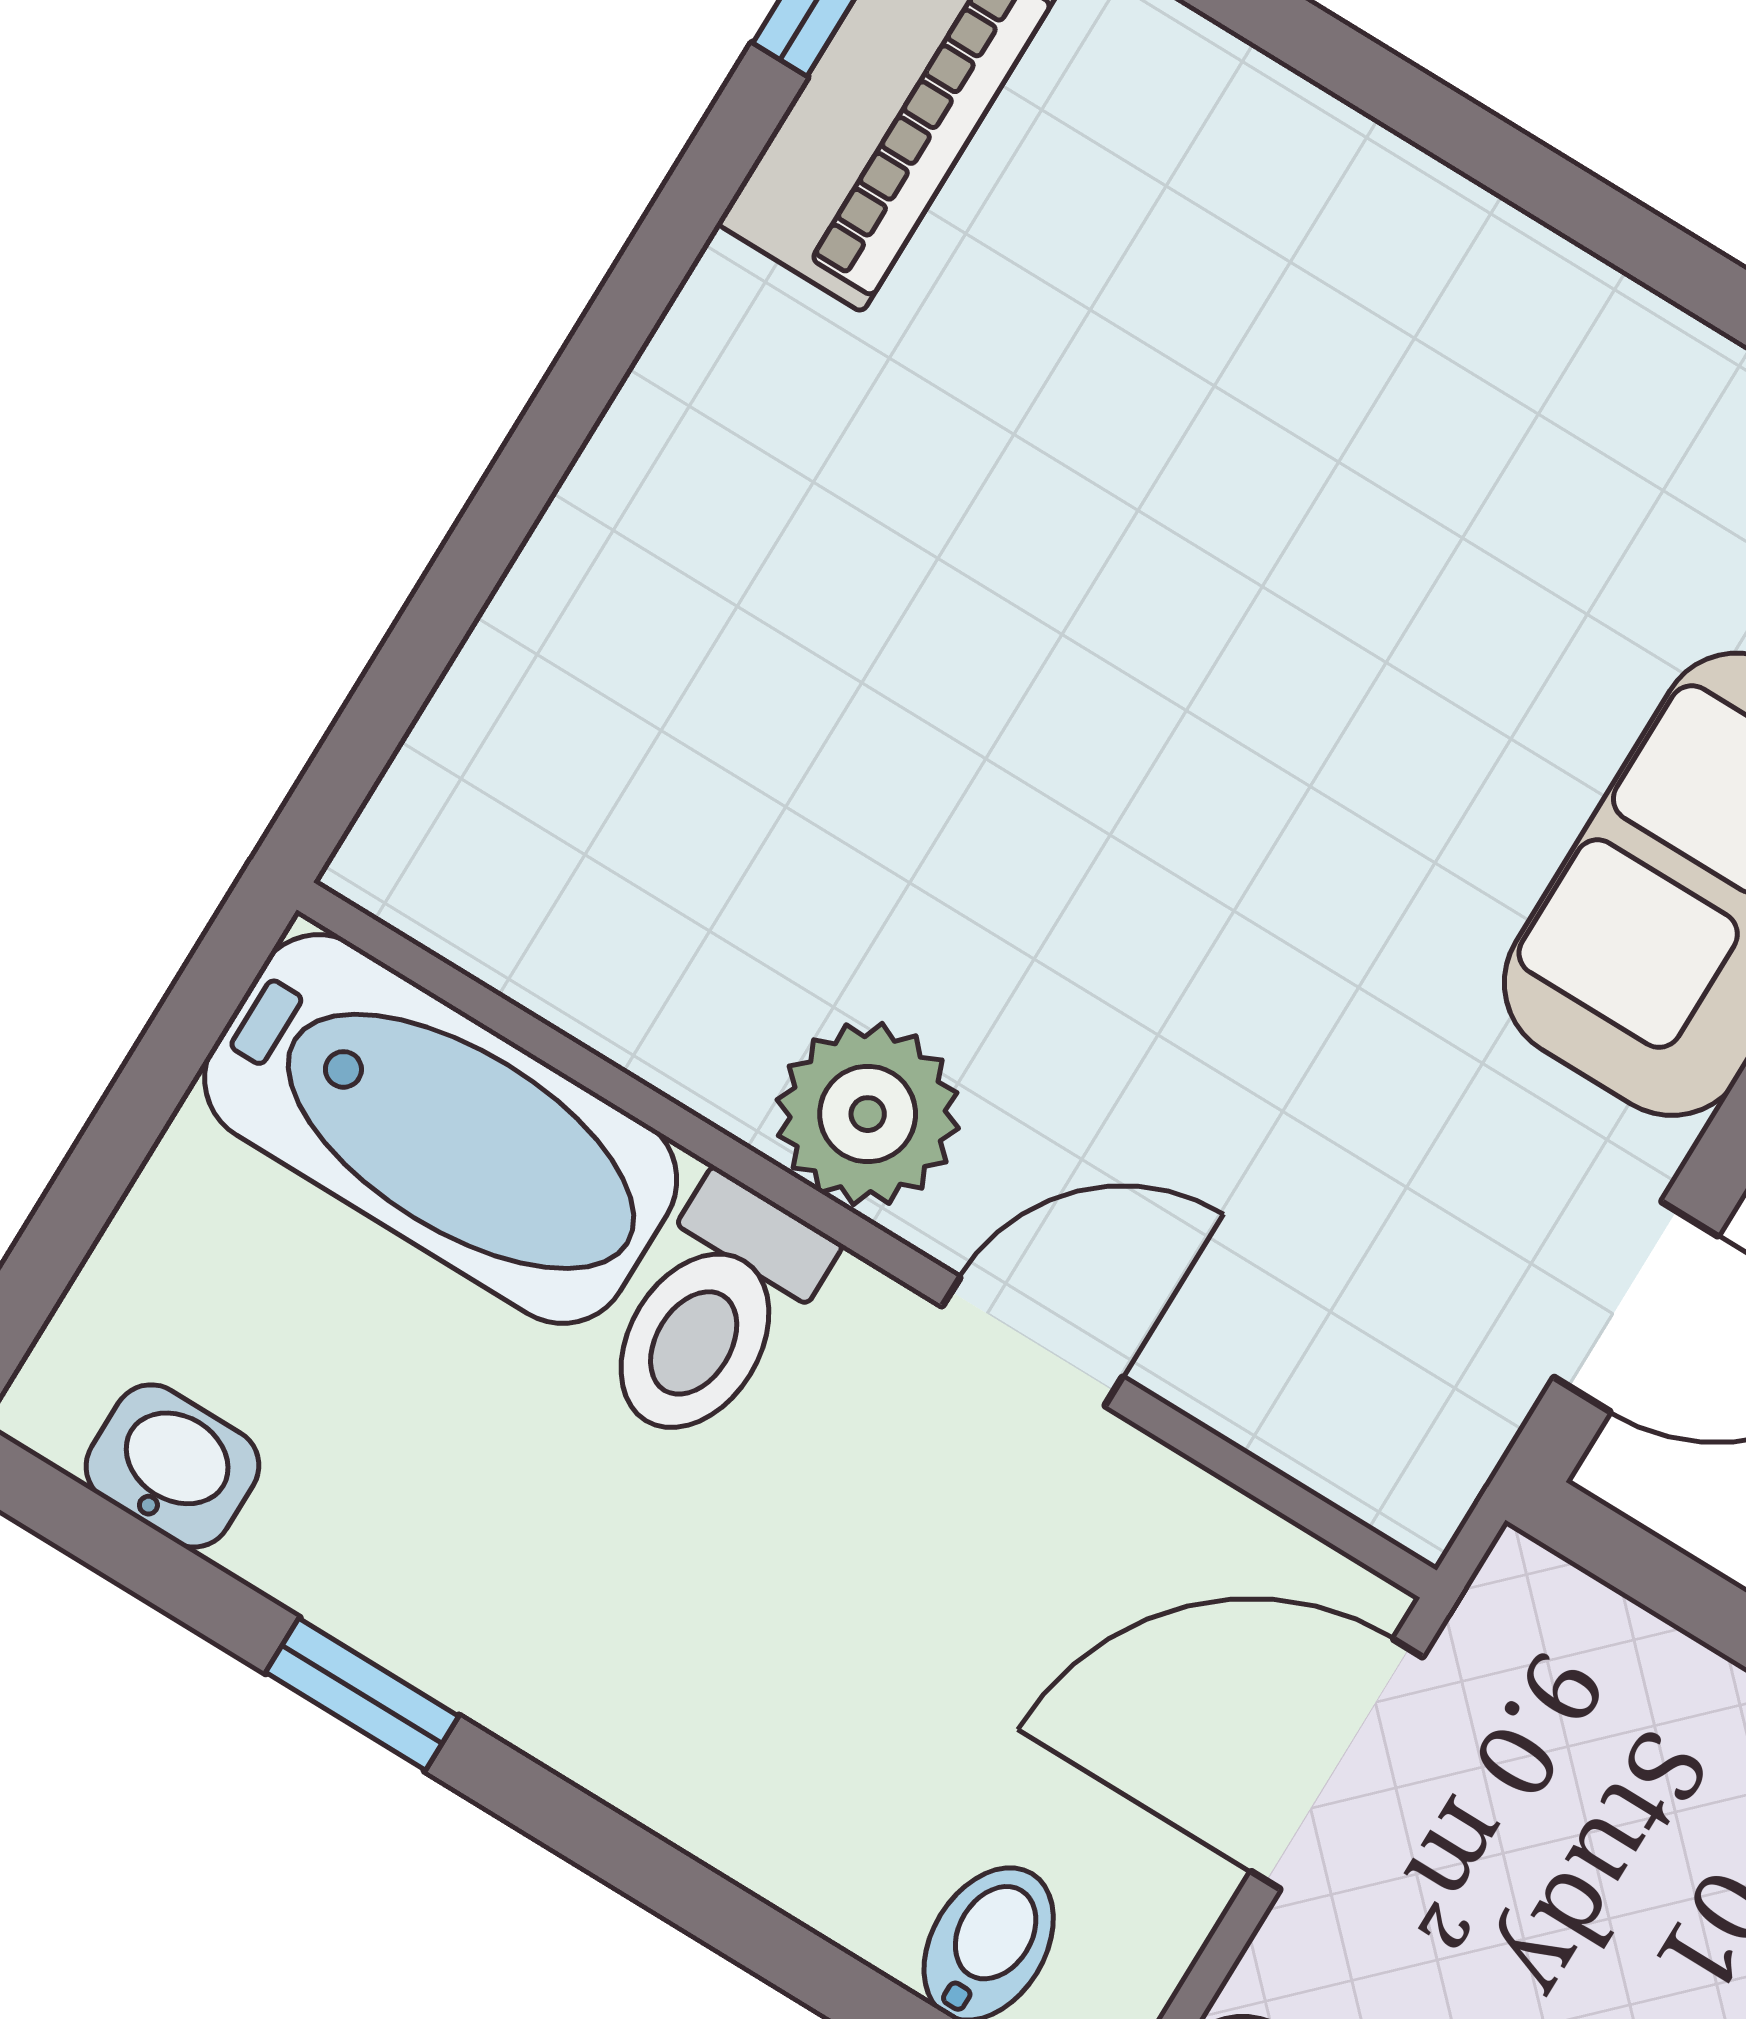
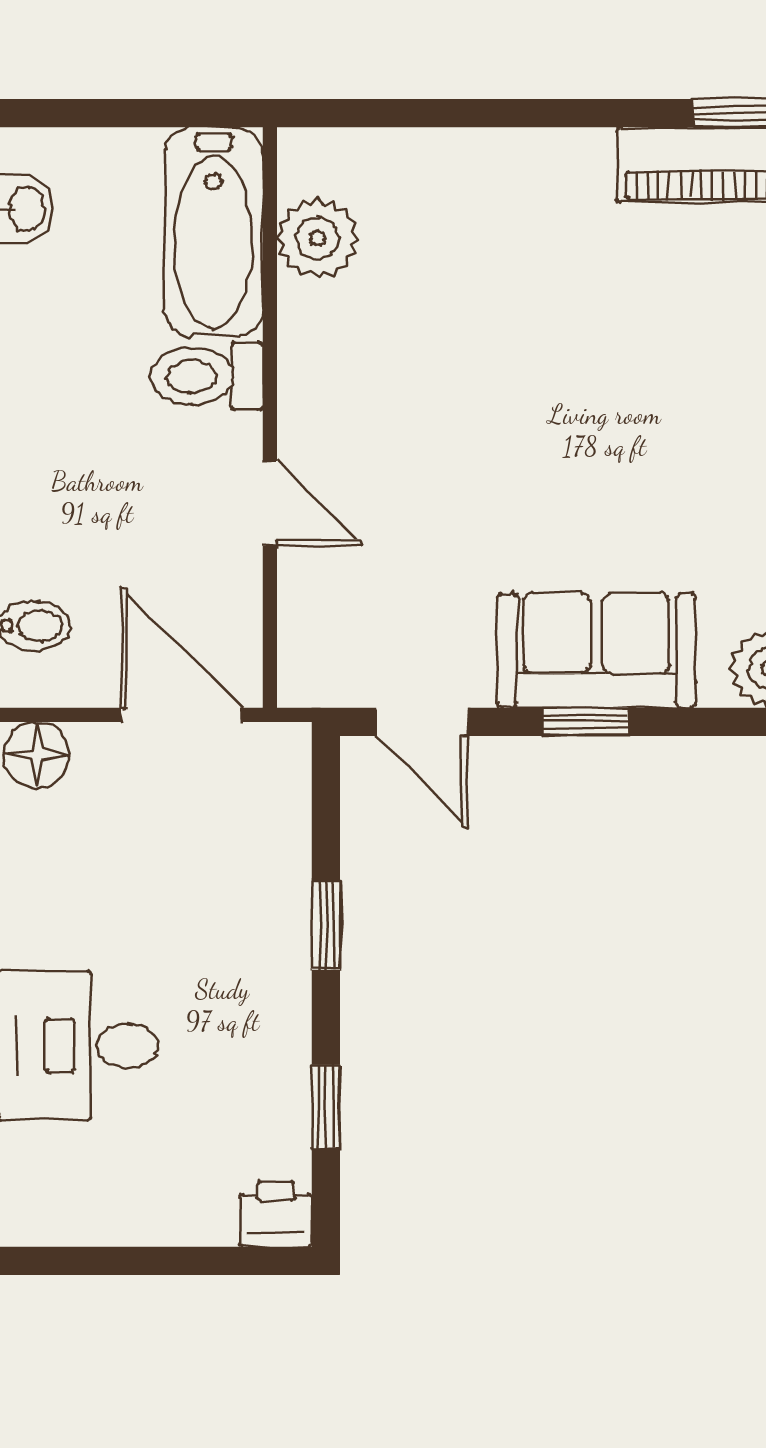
plant: (868, 1114) -> (318, 238), moved

